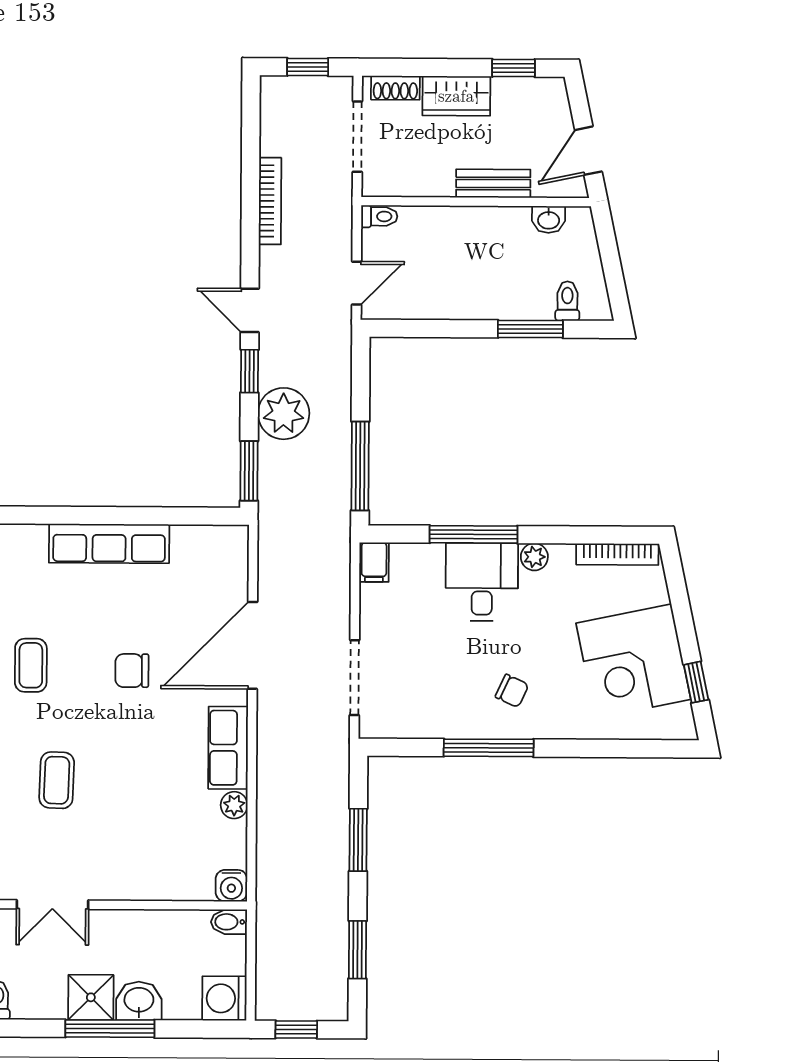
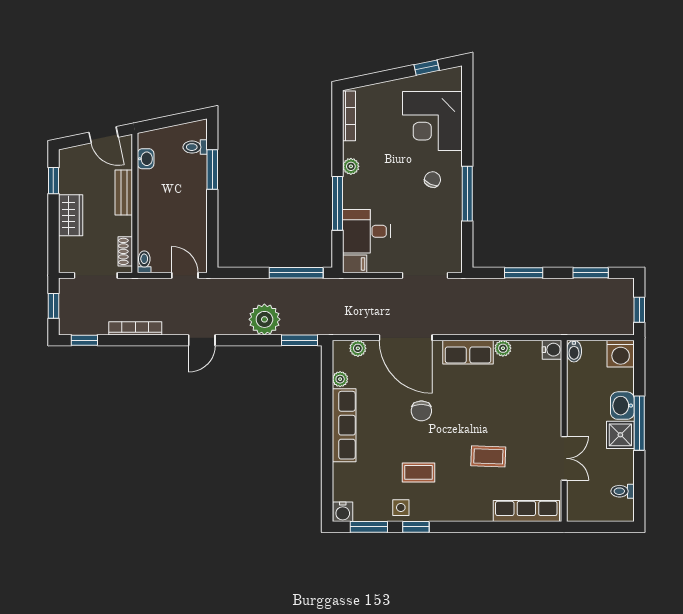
shoe rack: (395, 88) -> (125, 251), moved, turned 180
window: (250, 371) -> (84, 340), moved
plant: (185, 537) -> (340, 379), added
plant: (235, 567) -> (358, 348), added
desk: (482, 582) -> (366, 231), moved
corner desk: (633, 661) -> (432, 121), moved, turned 102

